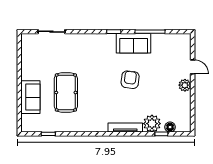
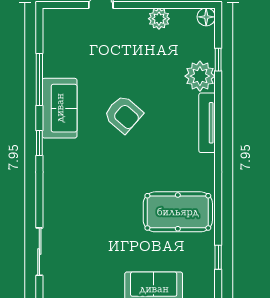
armchair: (130, 80) -> (123, 114), turned -146
plant: (185, 85) -> (159, 19), moved
pool table: (66, 92) -> (178, 212), moved
floor lamp: (170, 127) -> (206, 17), moved

